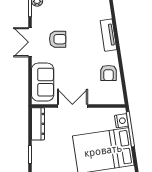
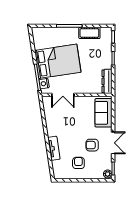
armchair: (108, 73) -> (78, 163), moved
double door: (72, 106) -> (63, 95), moved

